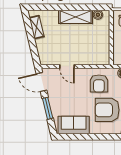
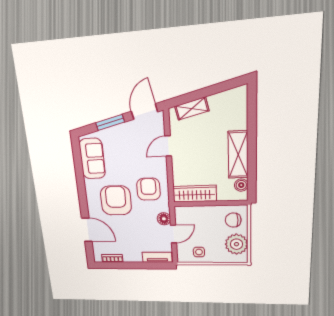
shelving: (37, 27) -> (192, 109), moved
wardrobe: (103, 49) -> (195, 194), added
armchair: (99, 83) -> (148, 189), turned 90

